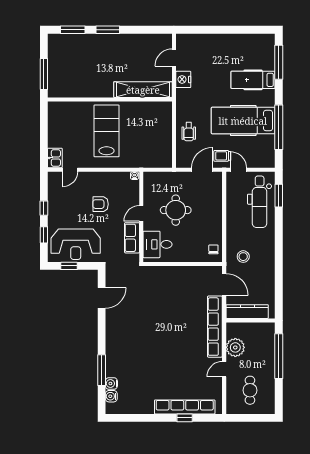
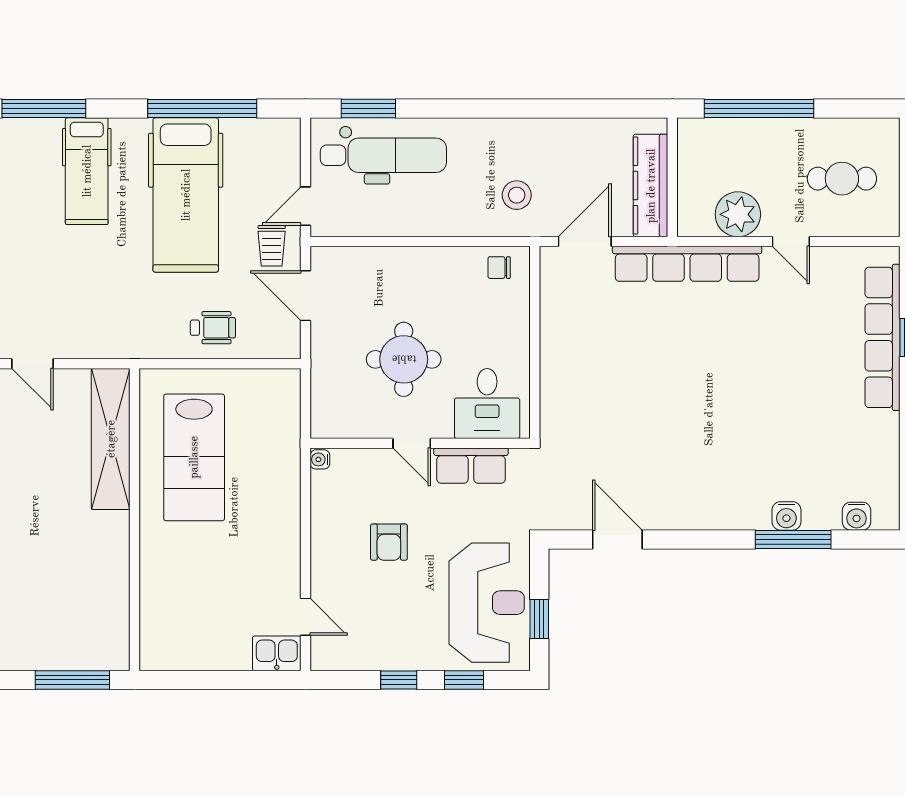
nightstand: (183, 79) -> (86, 341), removed
lab bench: (107, 131) -> (194, 457), moved, turned -90
water cooler: (111, 383) -> (786, 516), moved

